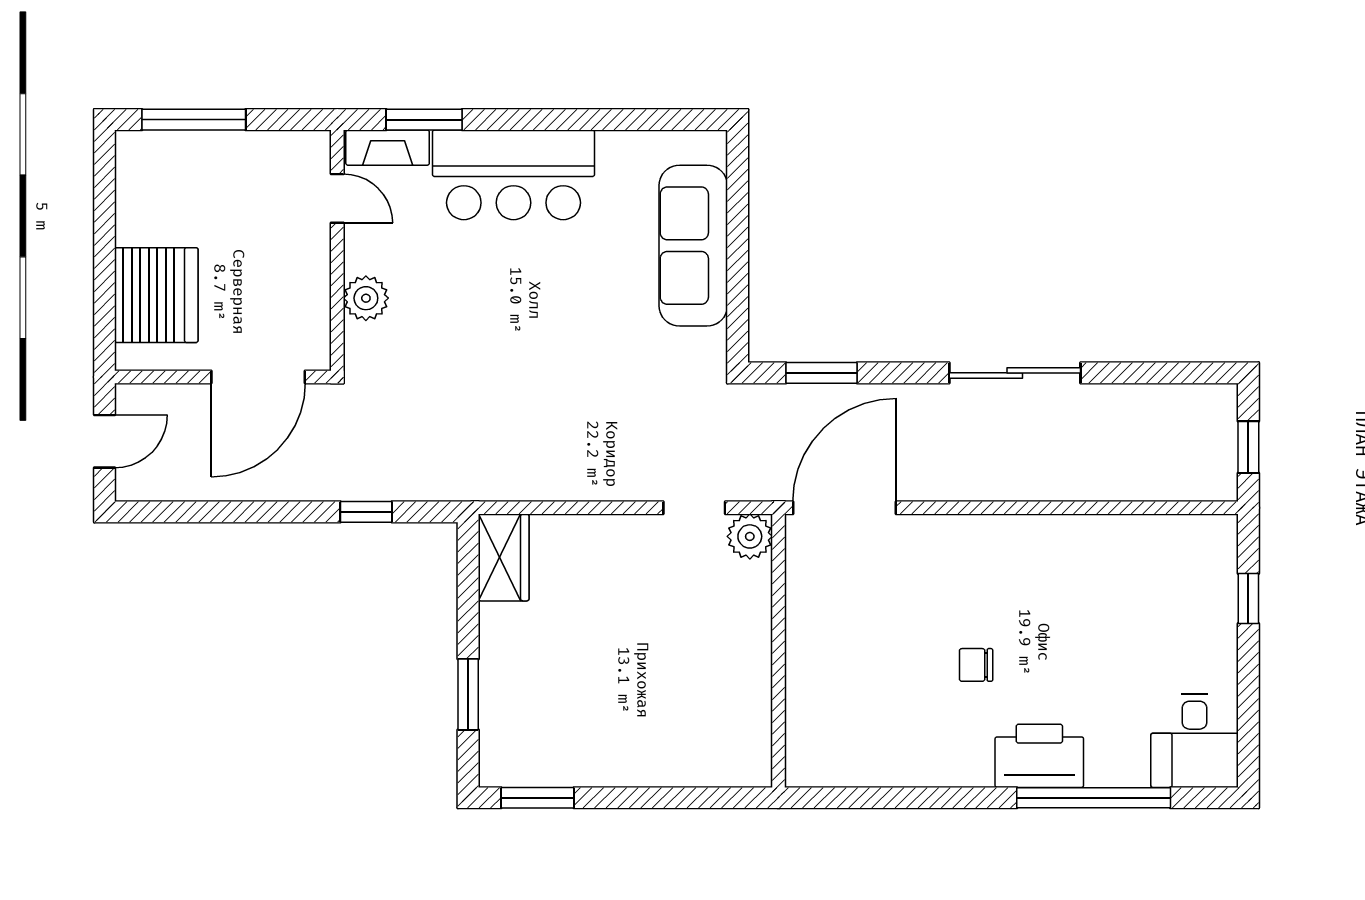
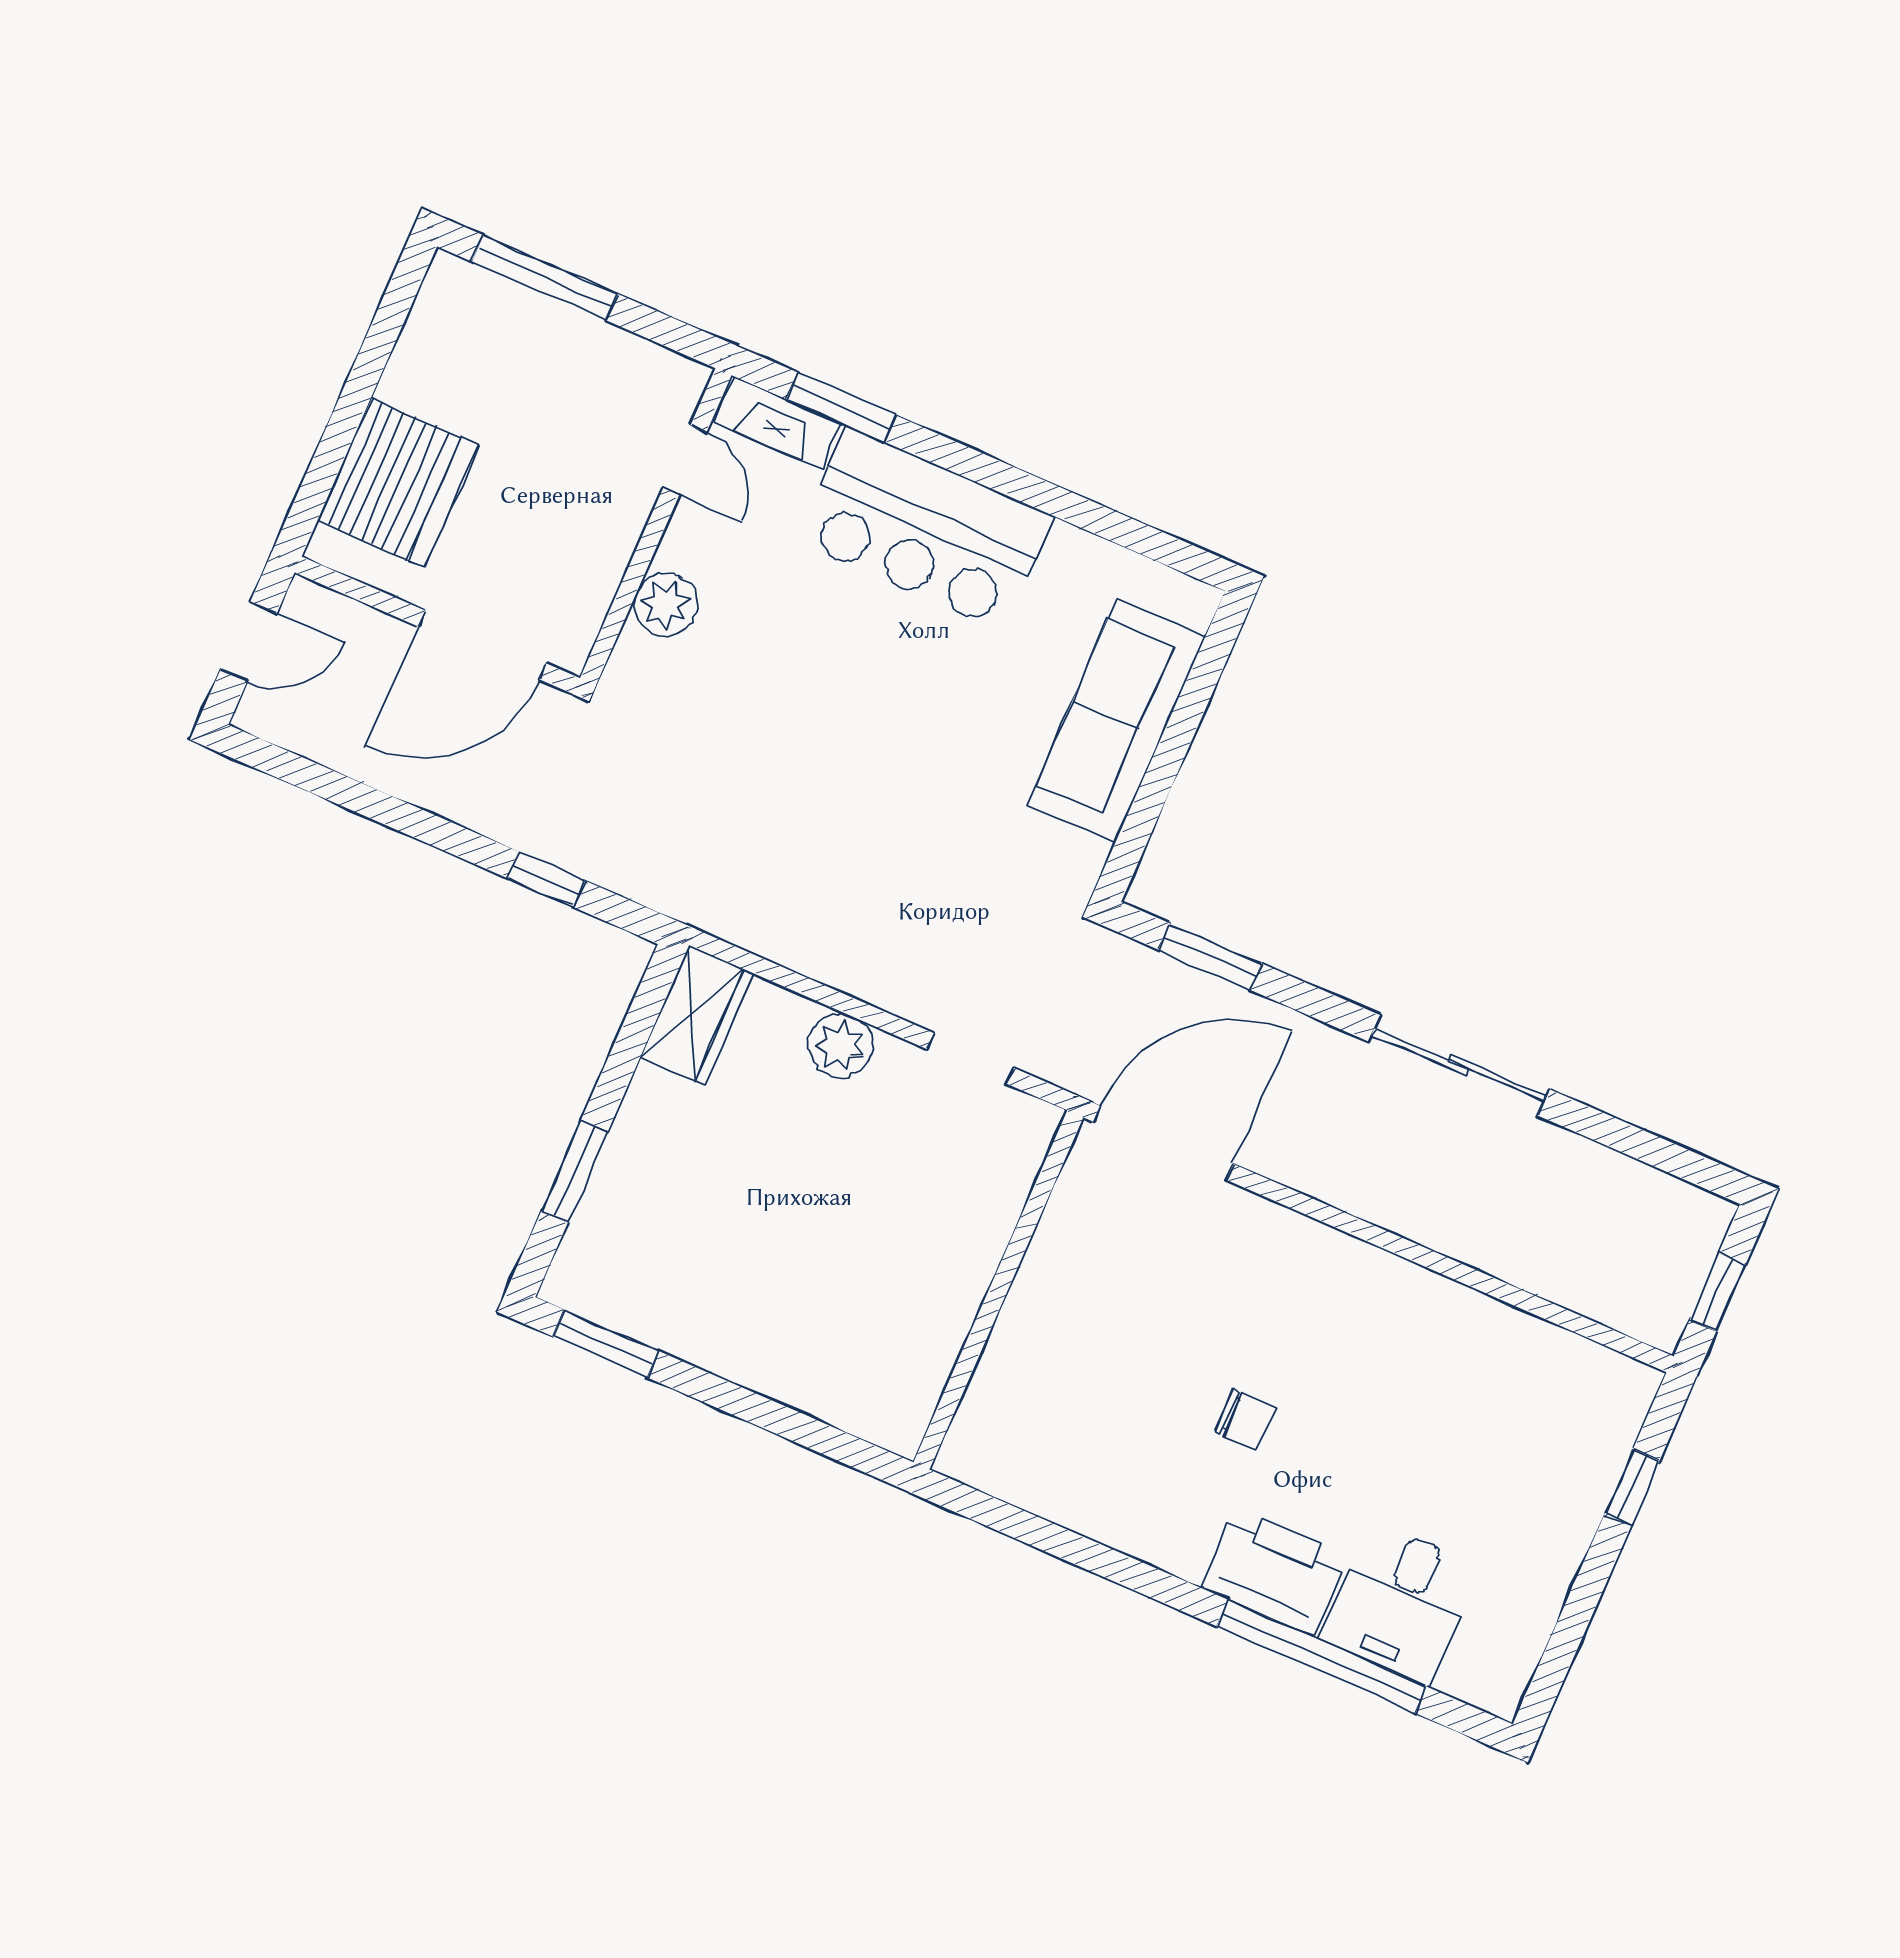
plant: (750, 536) -> (840, 1046), moved
chair: (976, 665) -> (1245, 1419), turned 180
desk: (1195, 741) -> (1401, 1603), moved

